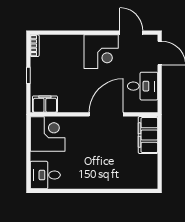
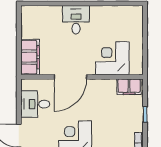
corner desk: (48, 134) -> (112, 58), moved, turned 90
desk: (45, 175) -> (76, 20), moved, turned -90

